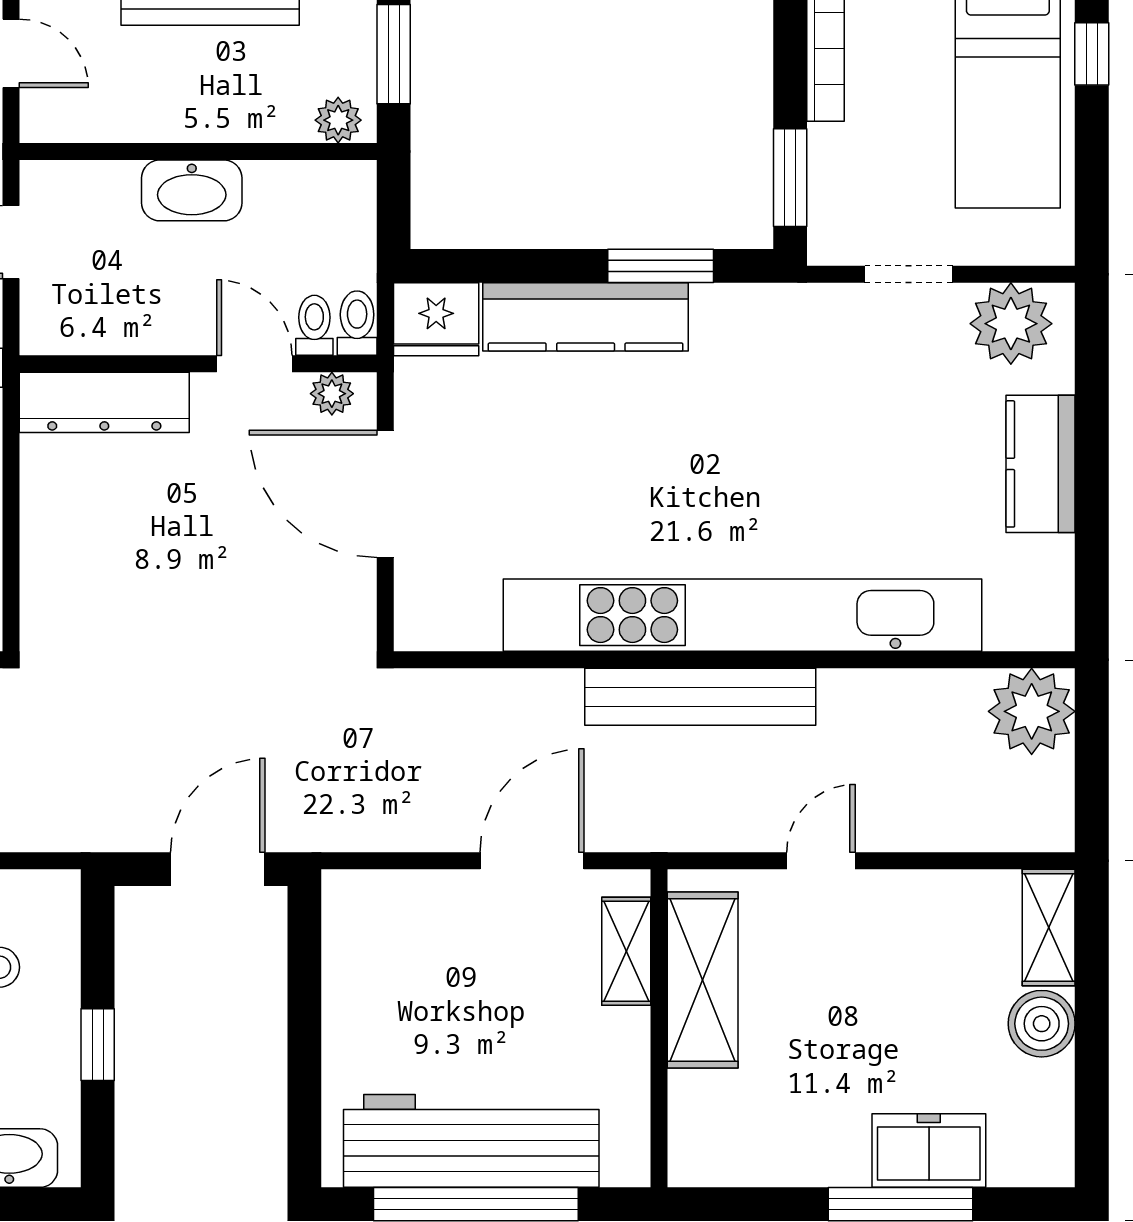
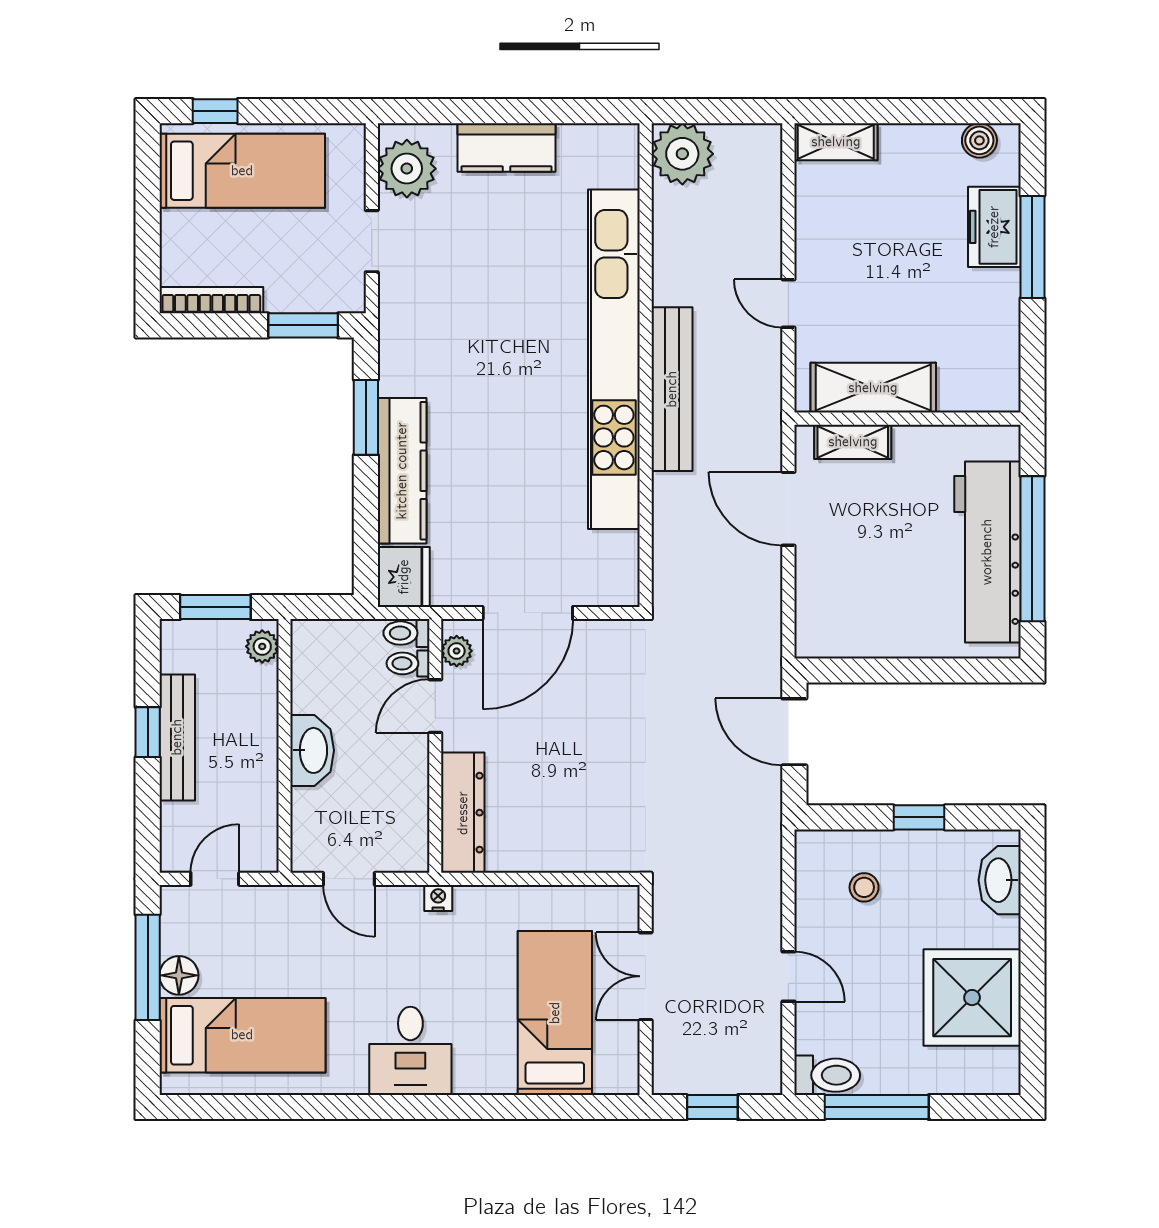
boiler: (1042, 1024) -> (979, 140), moved, width x0.73, depth x0.73

